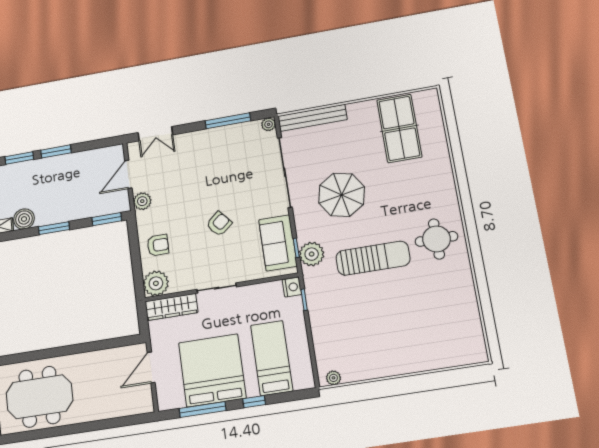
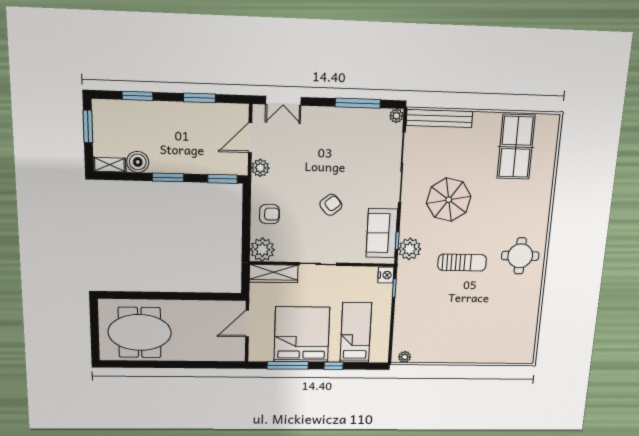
window: (56, 151) -> (199, 98), moved
sun lounger: (373, 258) -> (462, 263), width x0.73, depth x0.75

